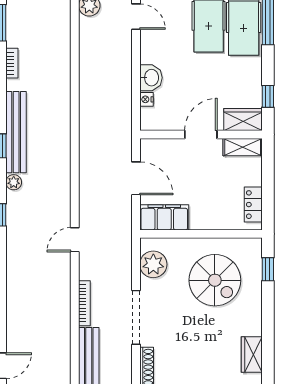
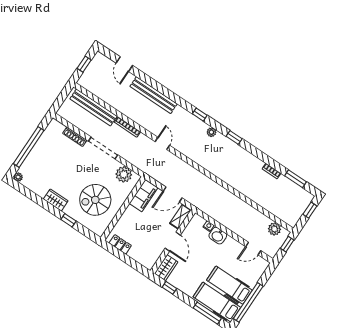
bench: (16, 132) -> (154, 95), moved
shelving: (243, 147) -> (180, 217), moved
window: (268, 269) -> (68, 220), moved
wardrobe: (252, 355) -> (56, 200), moved

